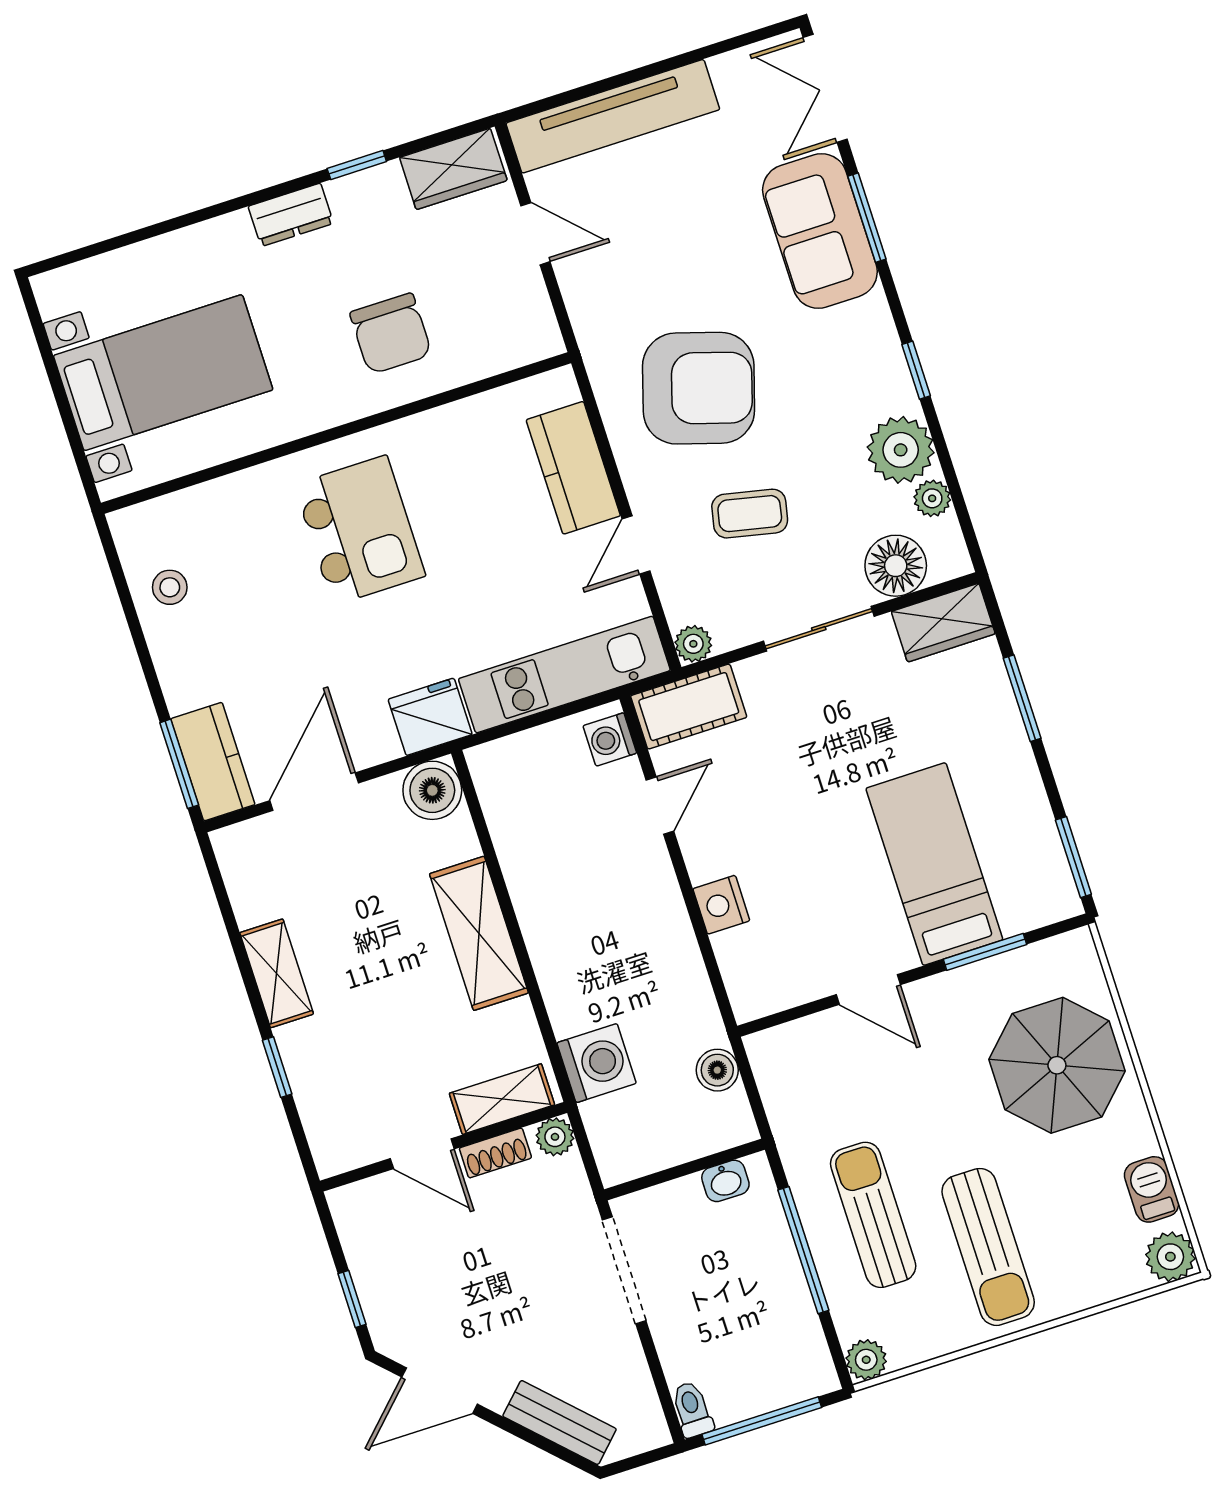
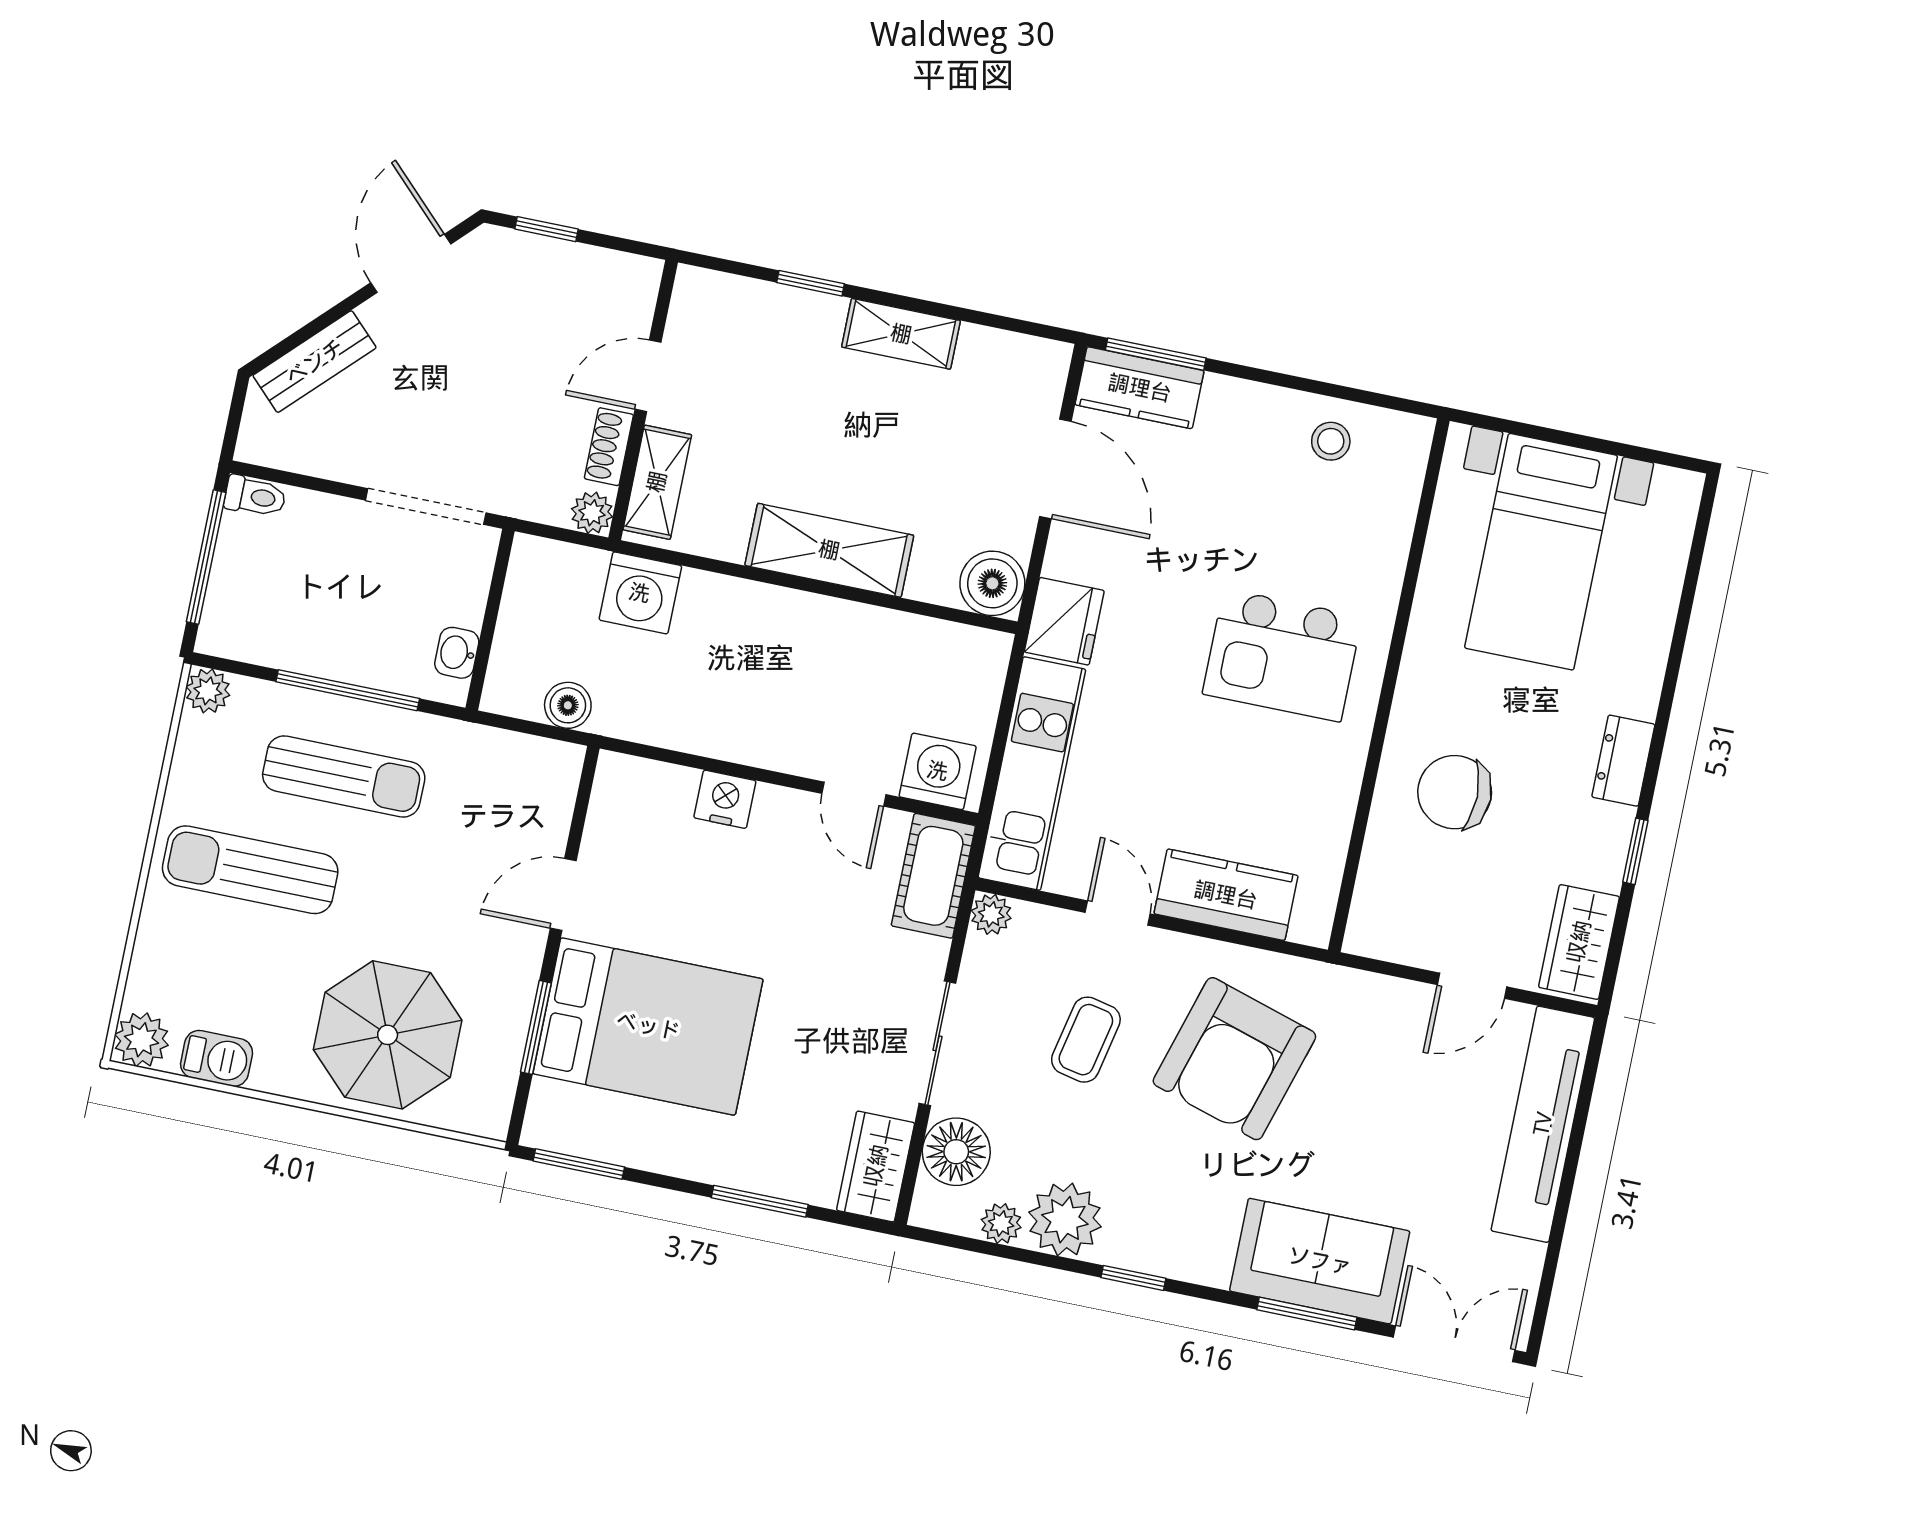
washing machine: (610, 739) -> (938, 771), width x1.38, depth x1.38
bed: (934, 864) -> (648, 1026), width x1.50

